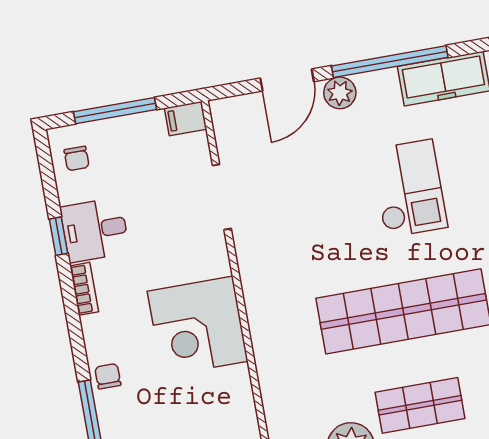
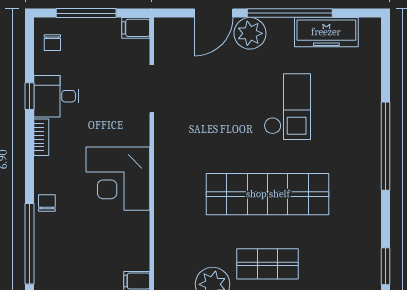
plant: (340, 93) -> (250, 33), width x1.36, depth x1.36

